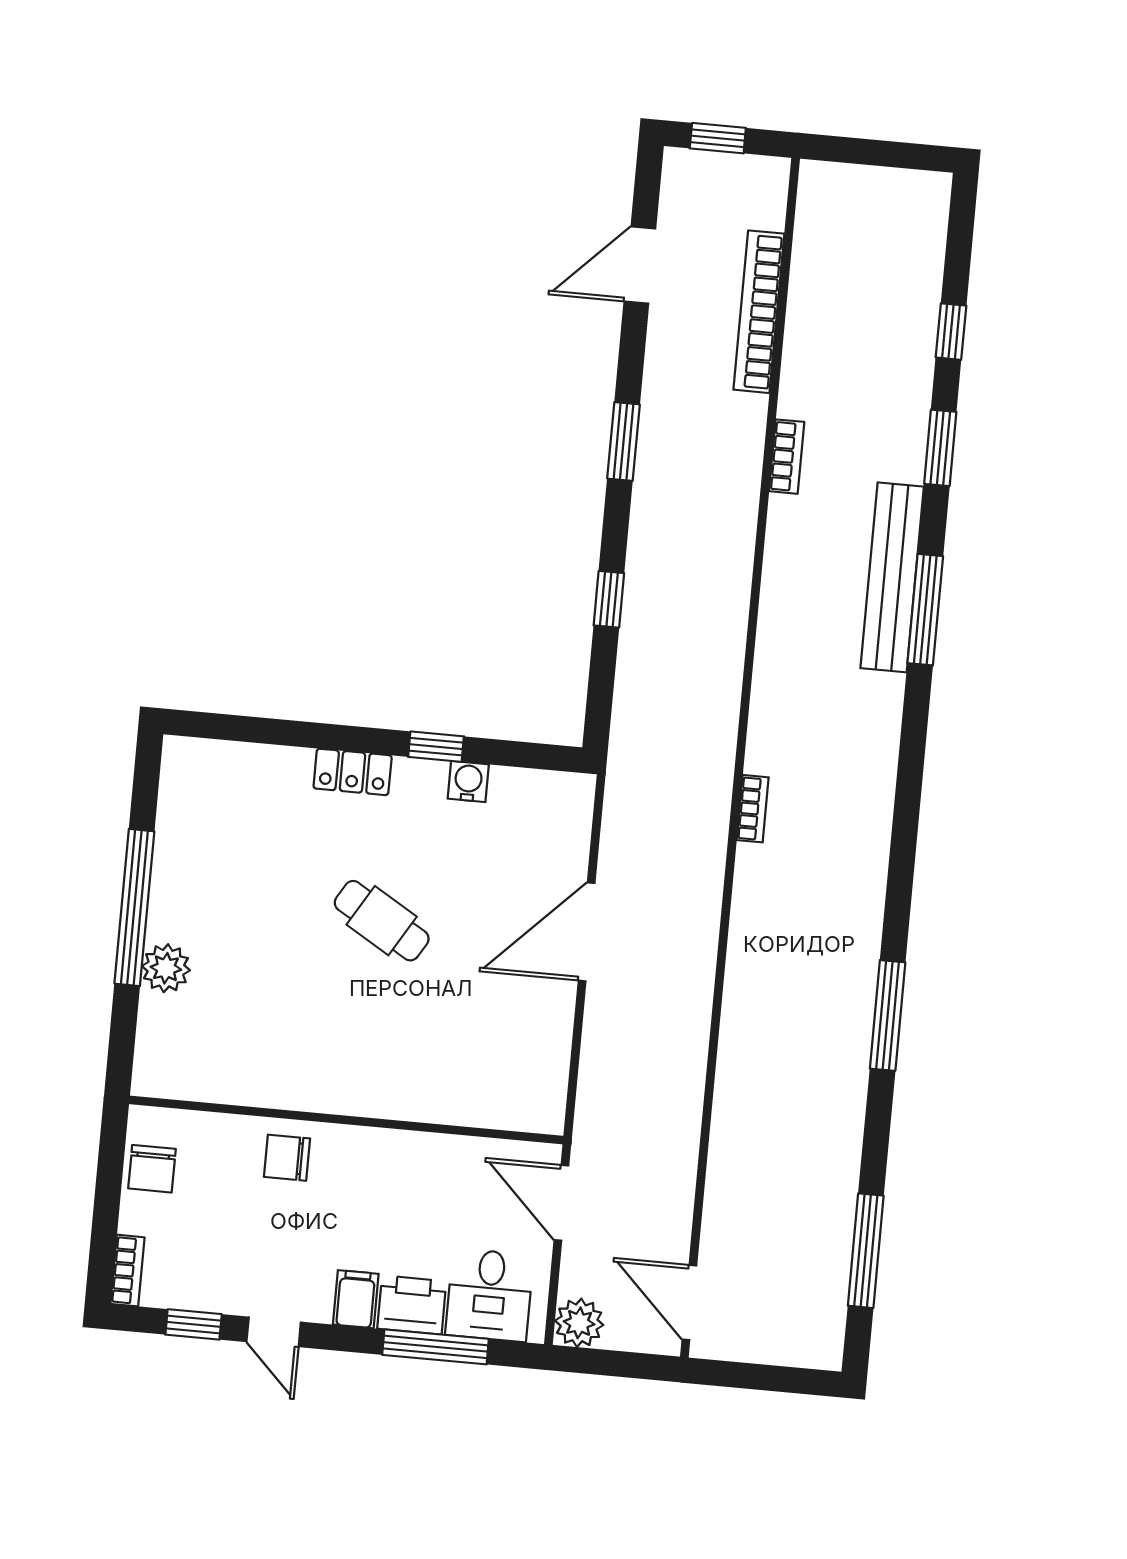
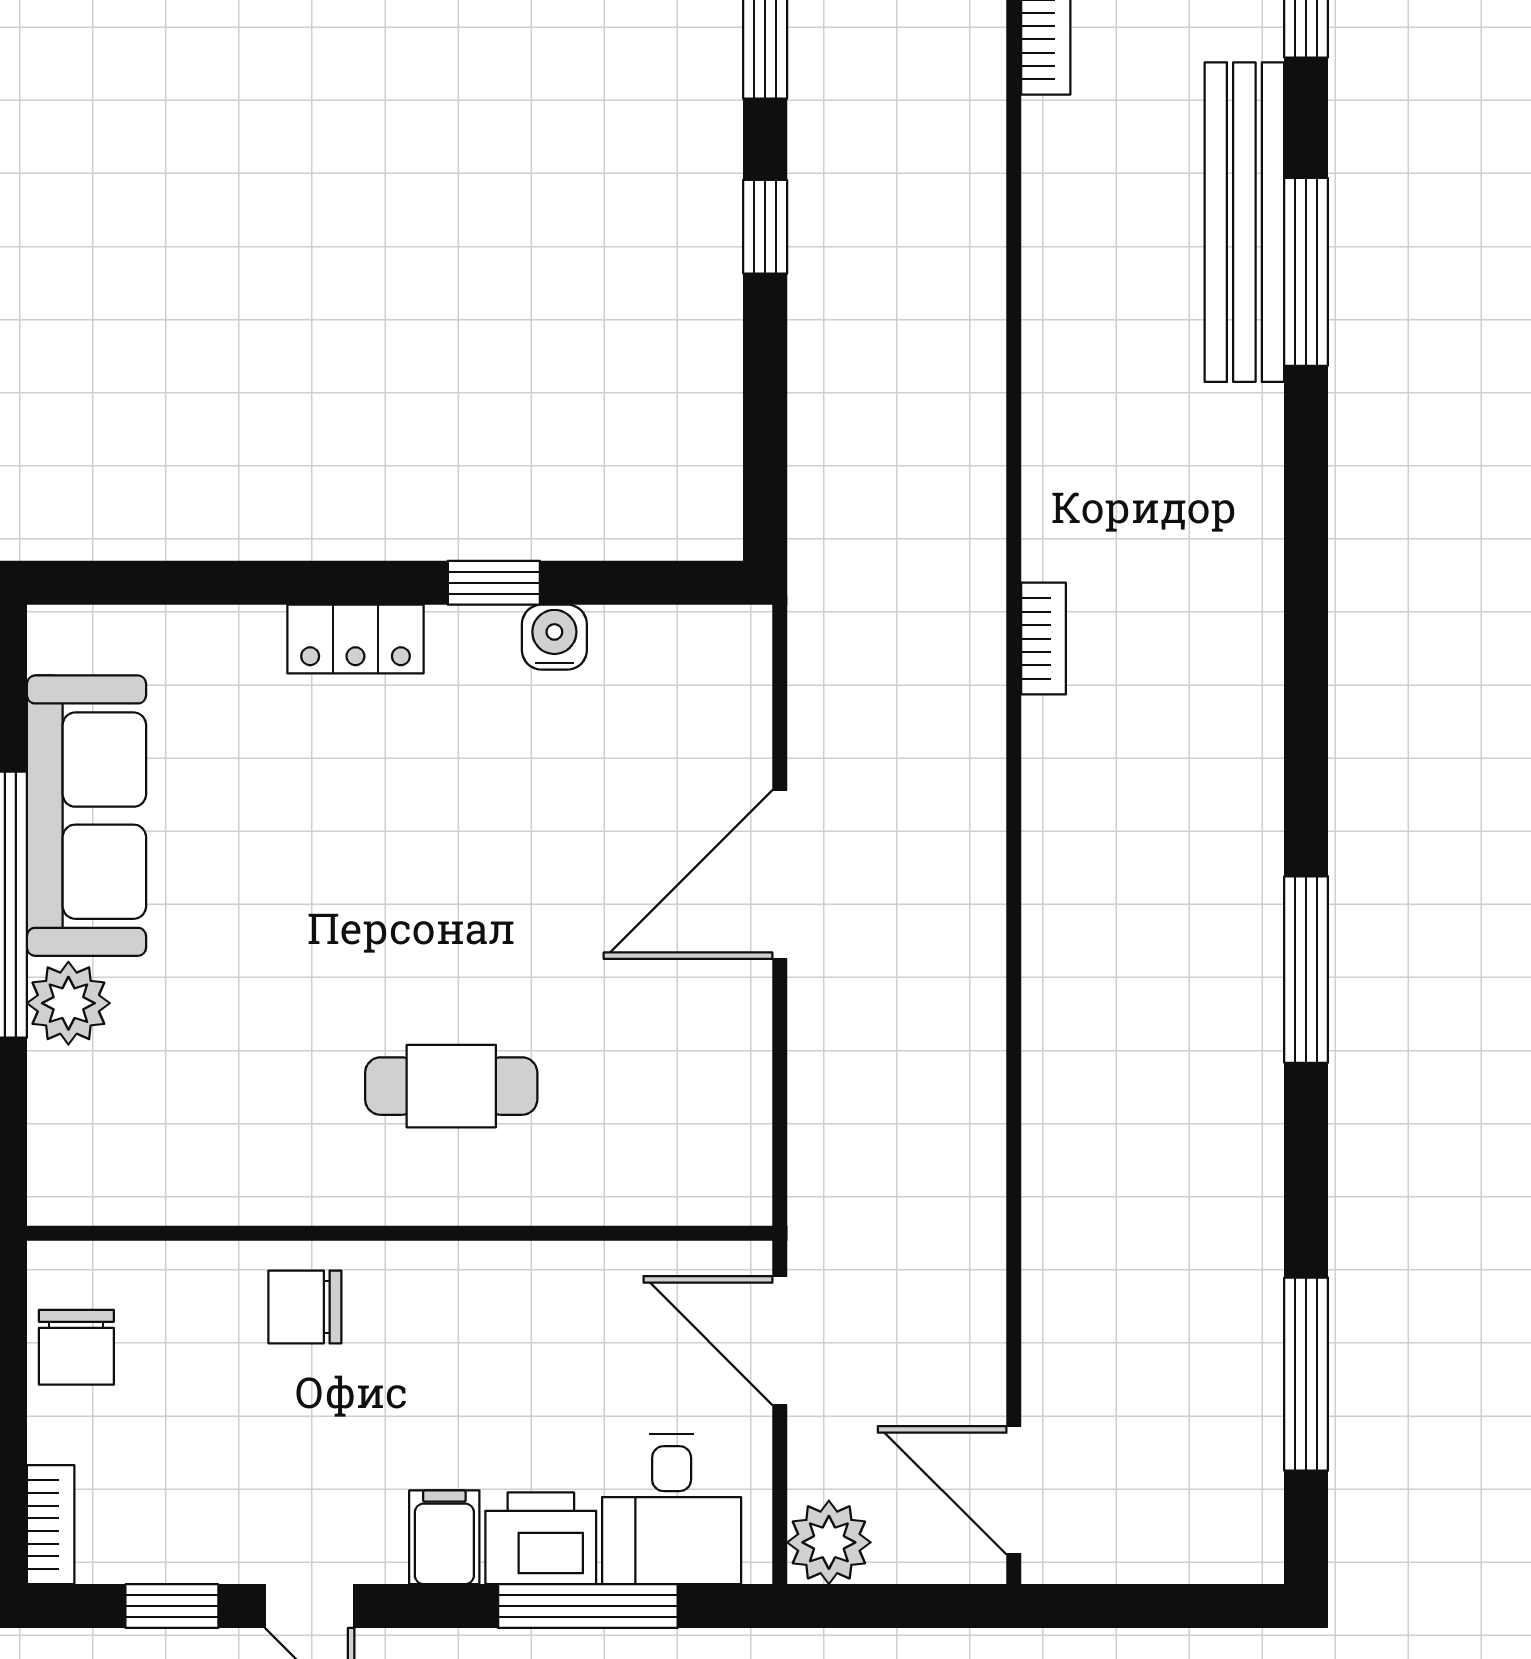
window: (609, 599) -> (765, 227), moved
sofa: (187, 860) -> (87, 816), added
cafe table: (382, 921) -> (451, 1086), moved, turned -31

